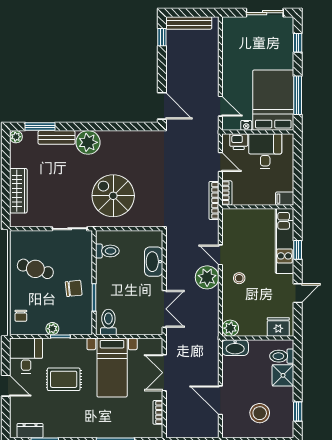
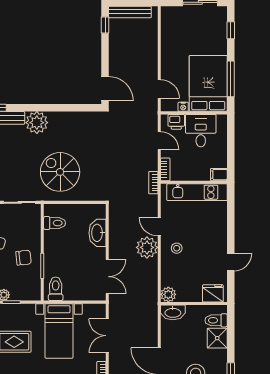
bookcase: (214, 200) -> (153, 183), width x0.64
kitchen unit: (285, 241) -> (197, 192), moved, turned -90
window: (298, 250) -> (231, 222), removed

